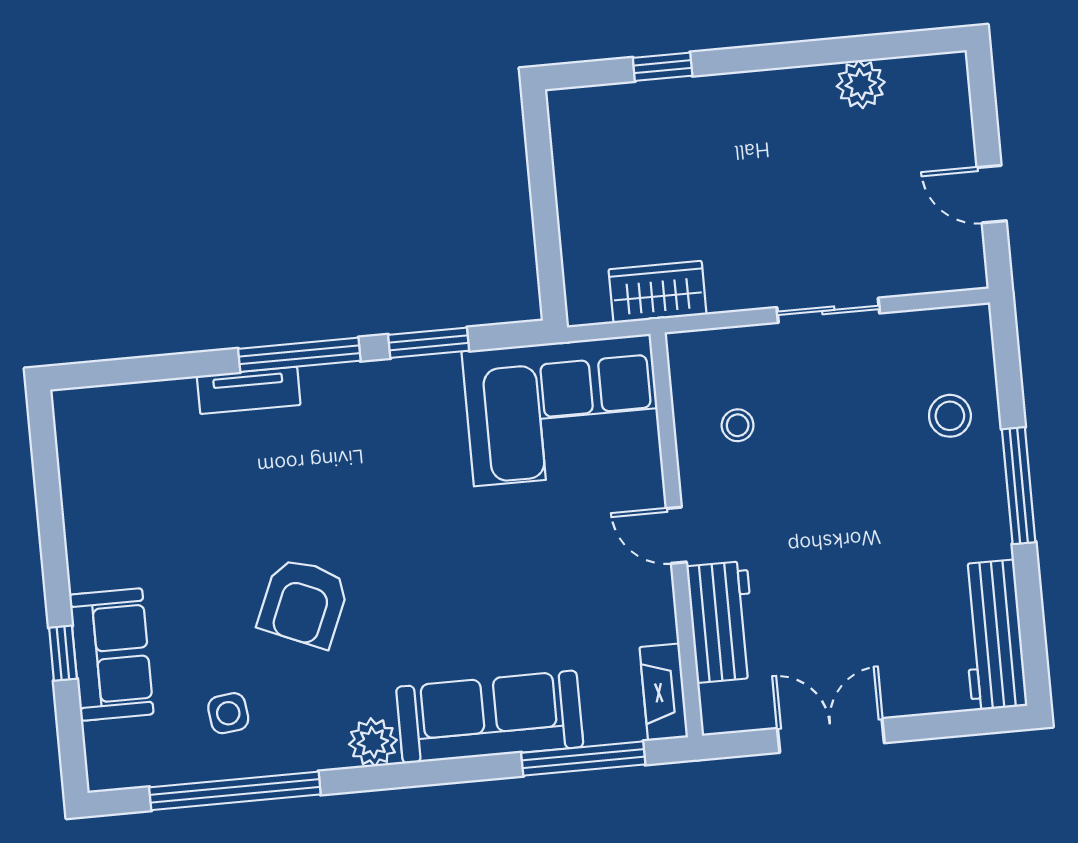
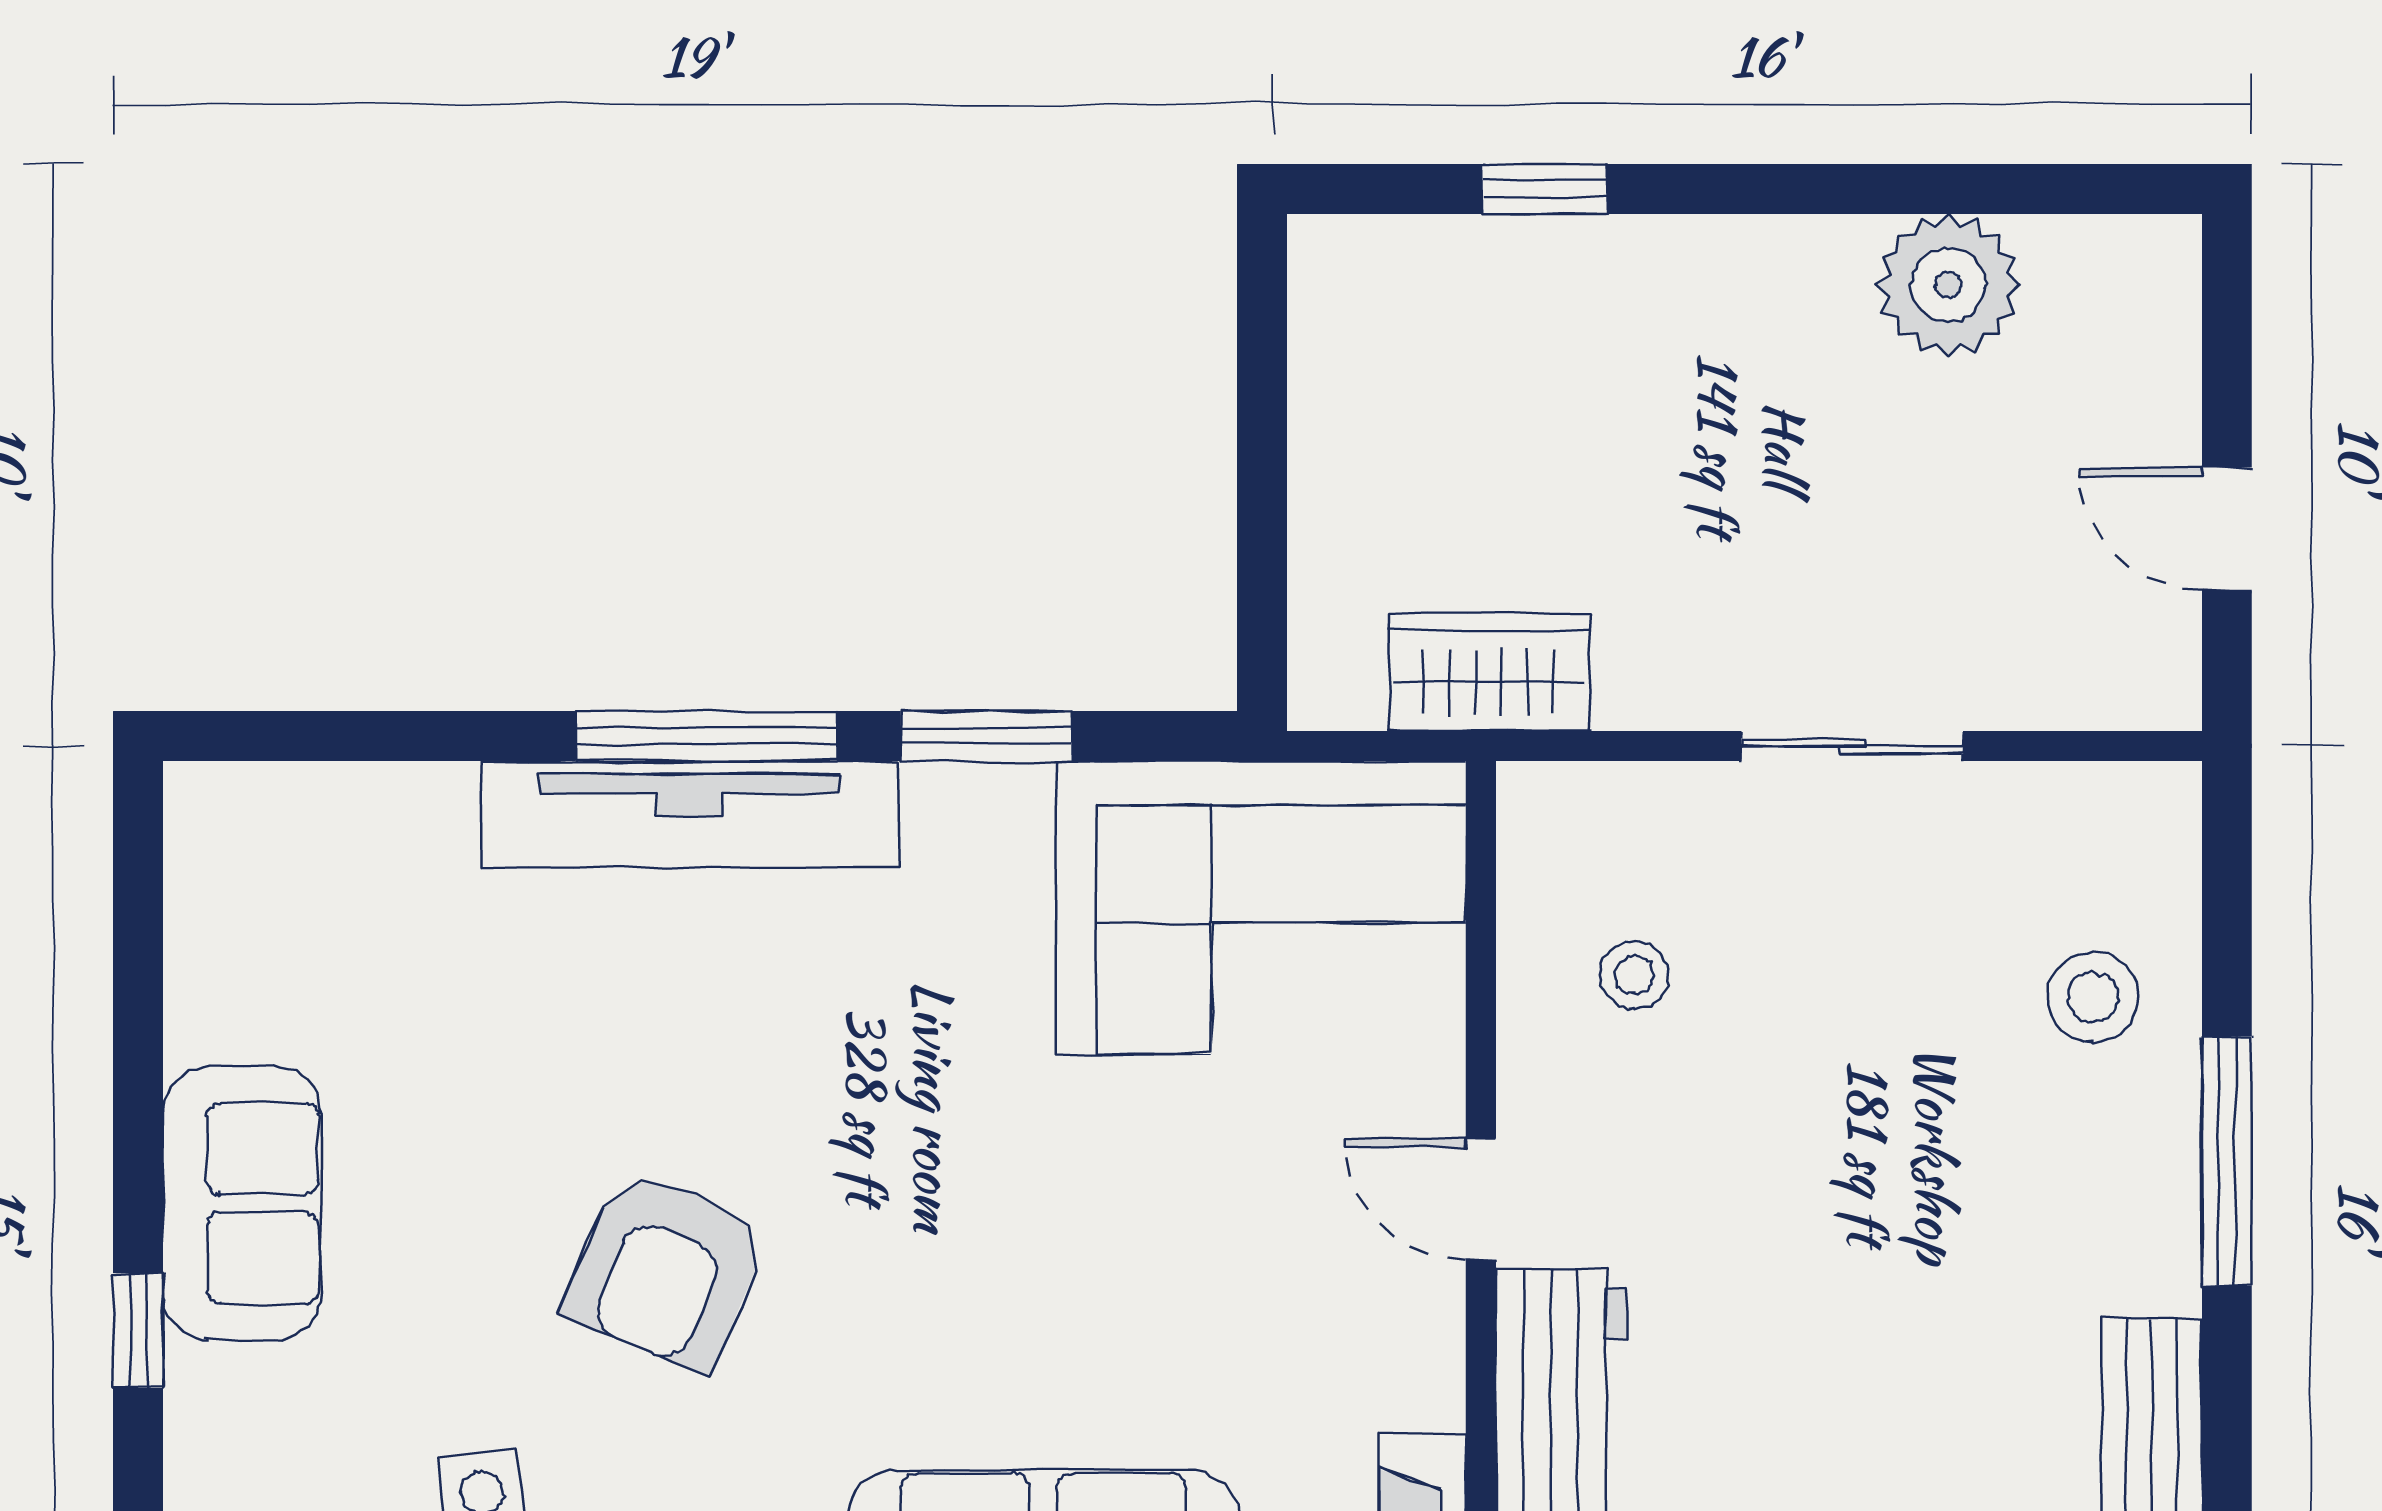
plant: (861, 84) -> (1948, 285), width x1.36, depth x1.36
tv unit: (249, 390) -> (690, 814), width x1.92, depth x1.29
sofa: (111, 654) -> (242, 1203), moved

